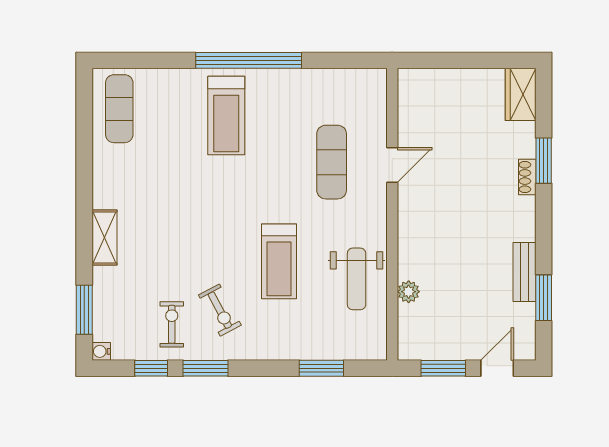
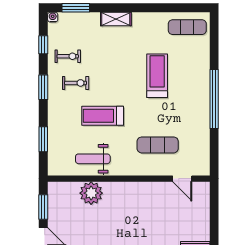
treadmill: (226, 116) -> (157, 76), moved, turned 90
door: (392, 165) -> (182, 179), moved
plant: (409, 292) -> (91, 193), width x1.88, depth x1.88
exercise bike: (220, 310) -> (76, 83), turned -152
window: (205, 368) -> (43, 87), moved

